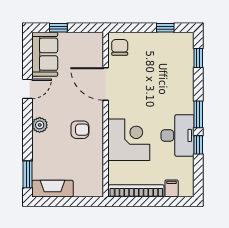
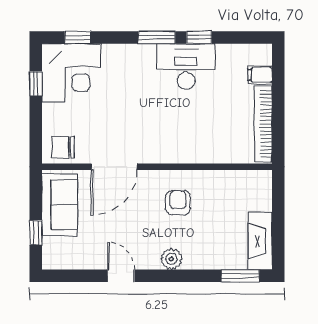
sofa: (45, 54) -> (60, 205), moved, turned 90
corner desk: (129, 140) -> (71, 73), moved, turned 180

